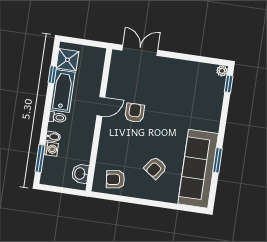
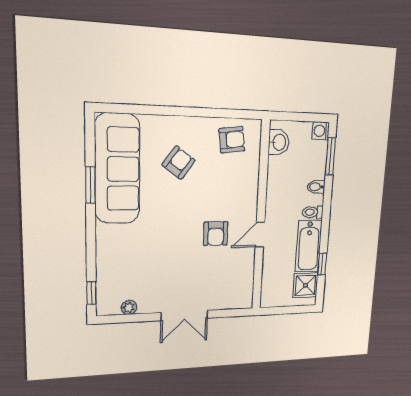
double door: (140, 50) -> (184, 315), moved
plant: (222, 71) -> (129, 307), moved
washing machine: (51, 149) -> (321, 131), moved

